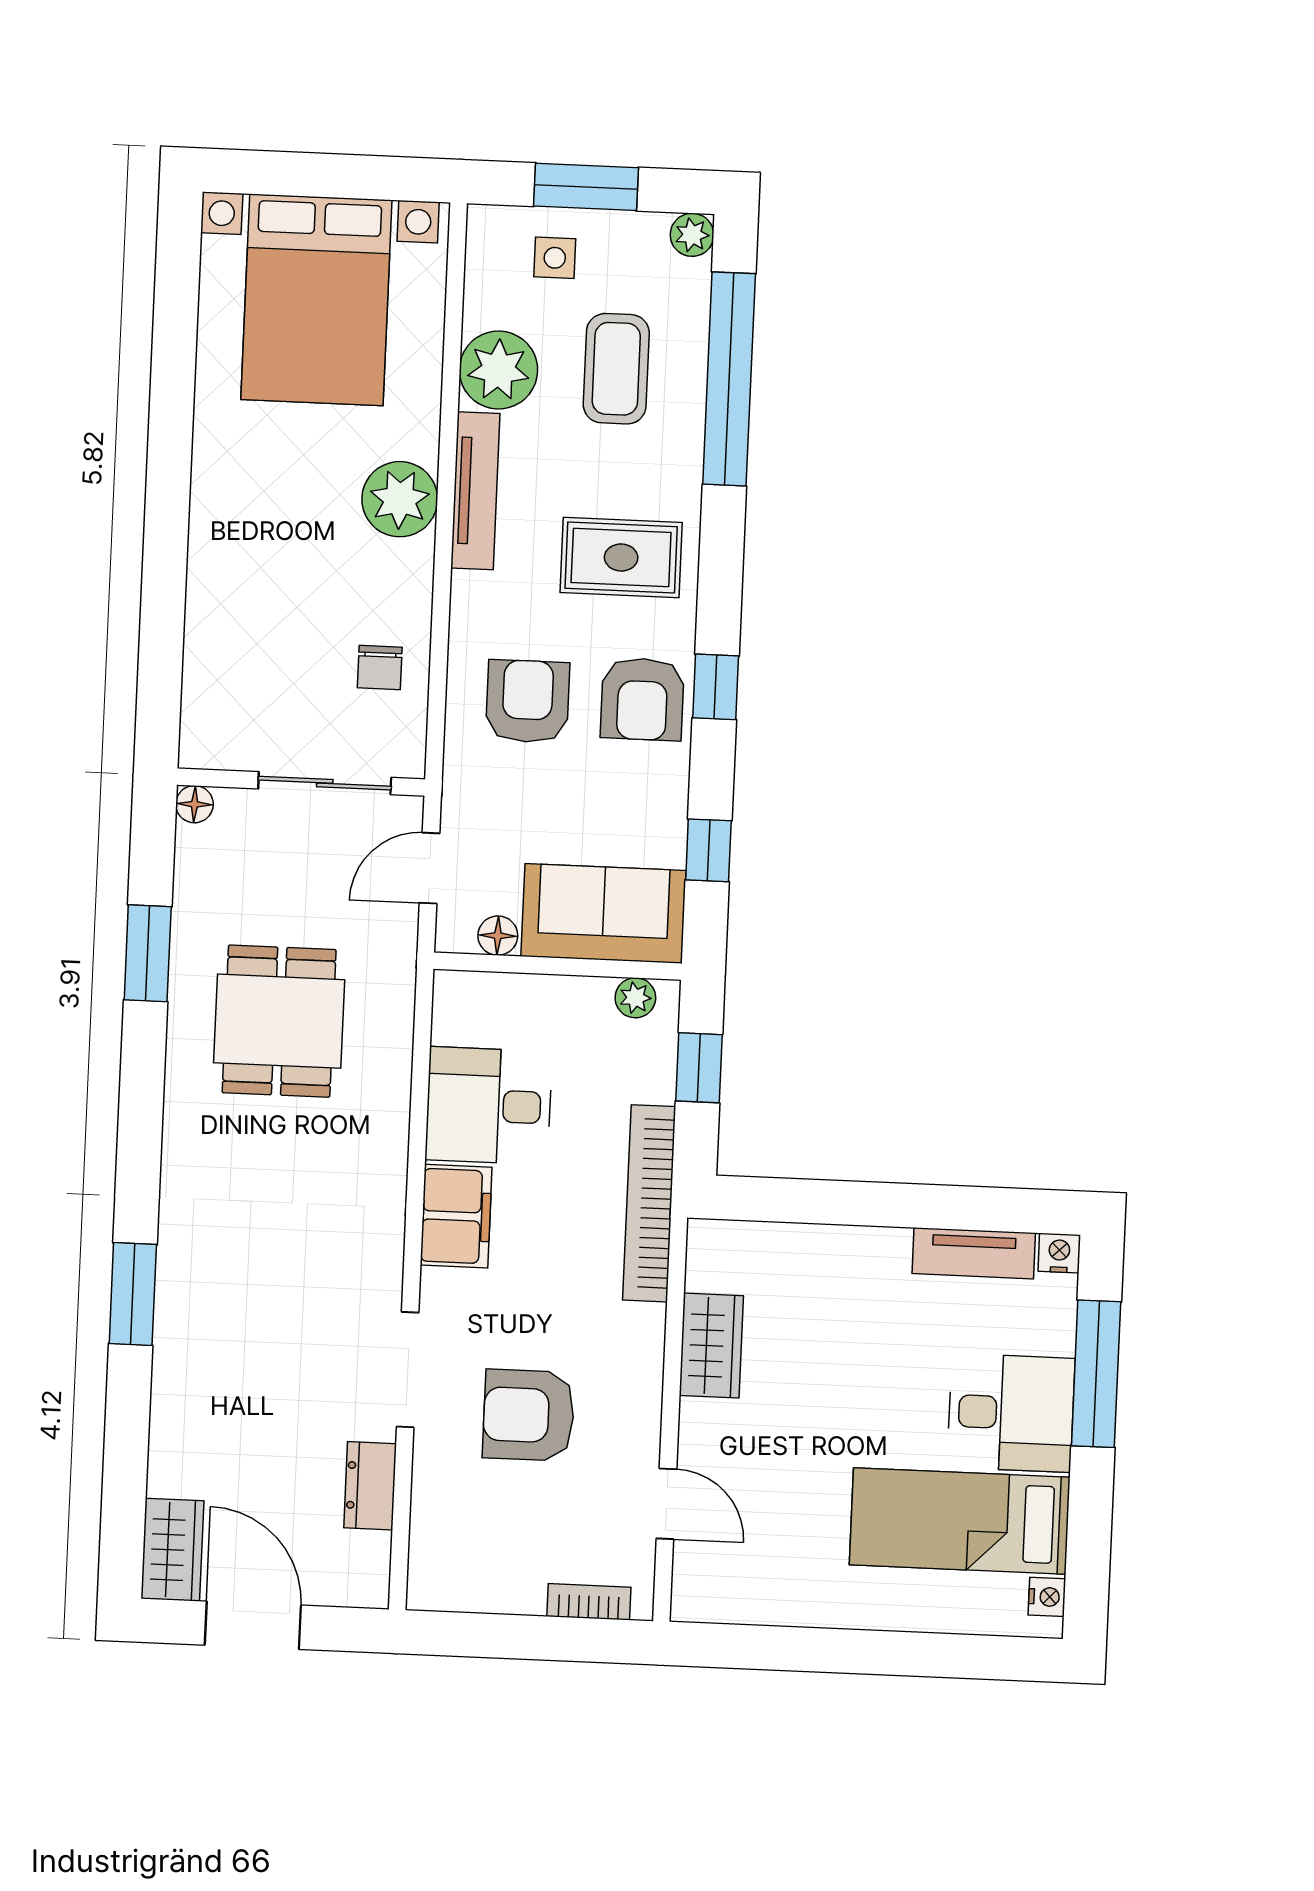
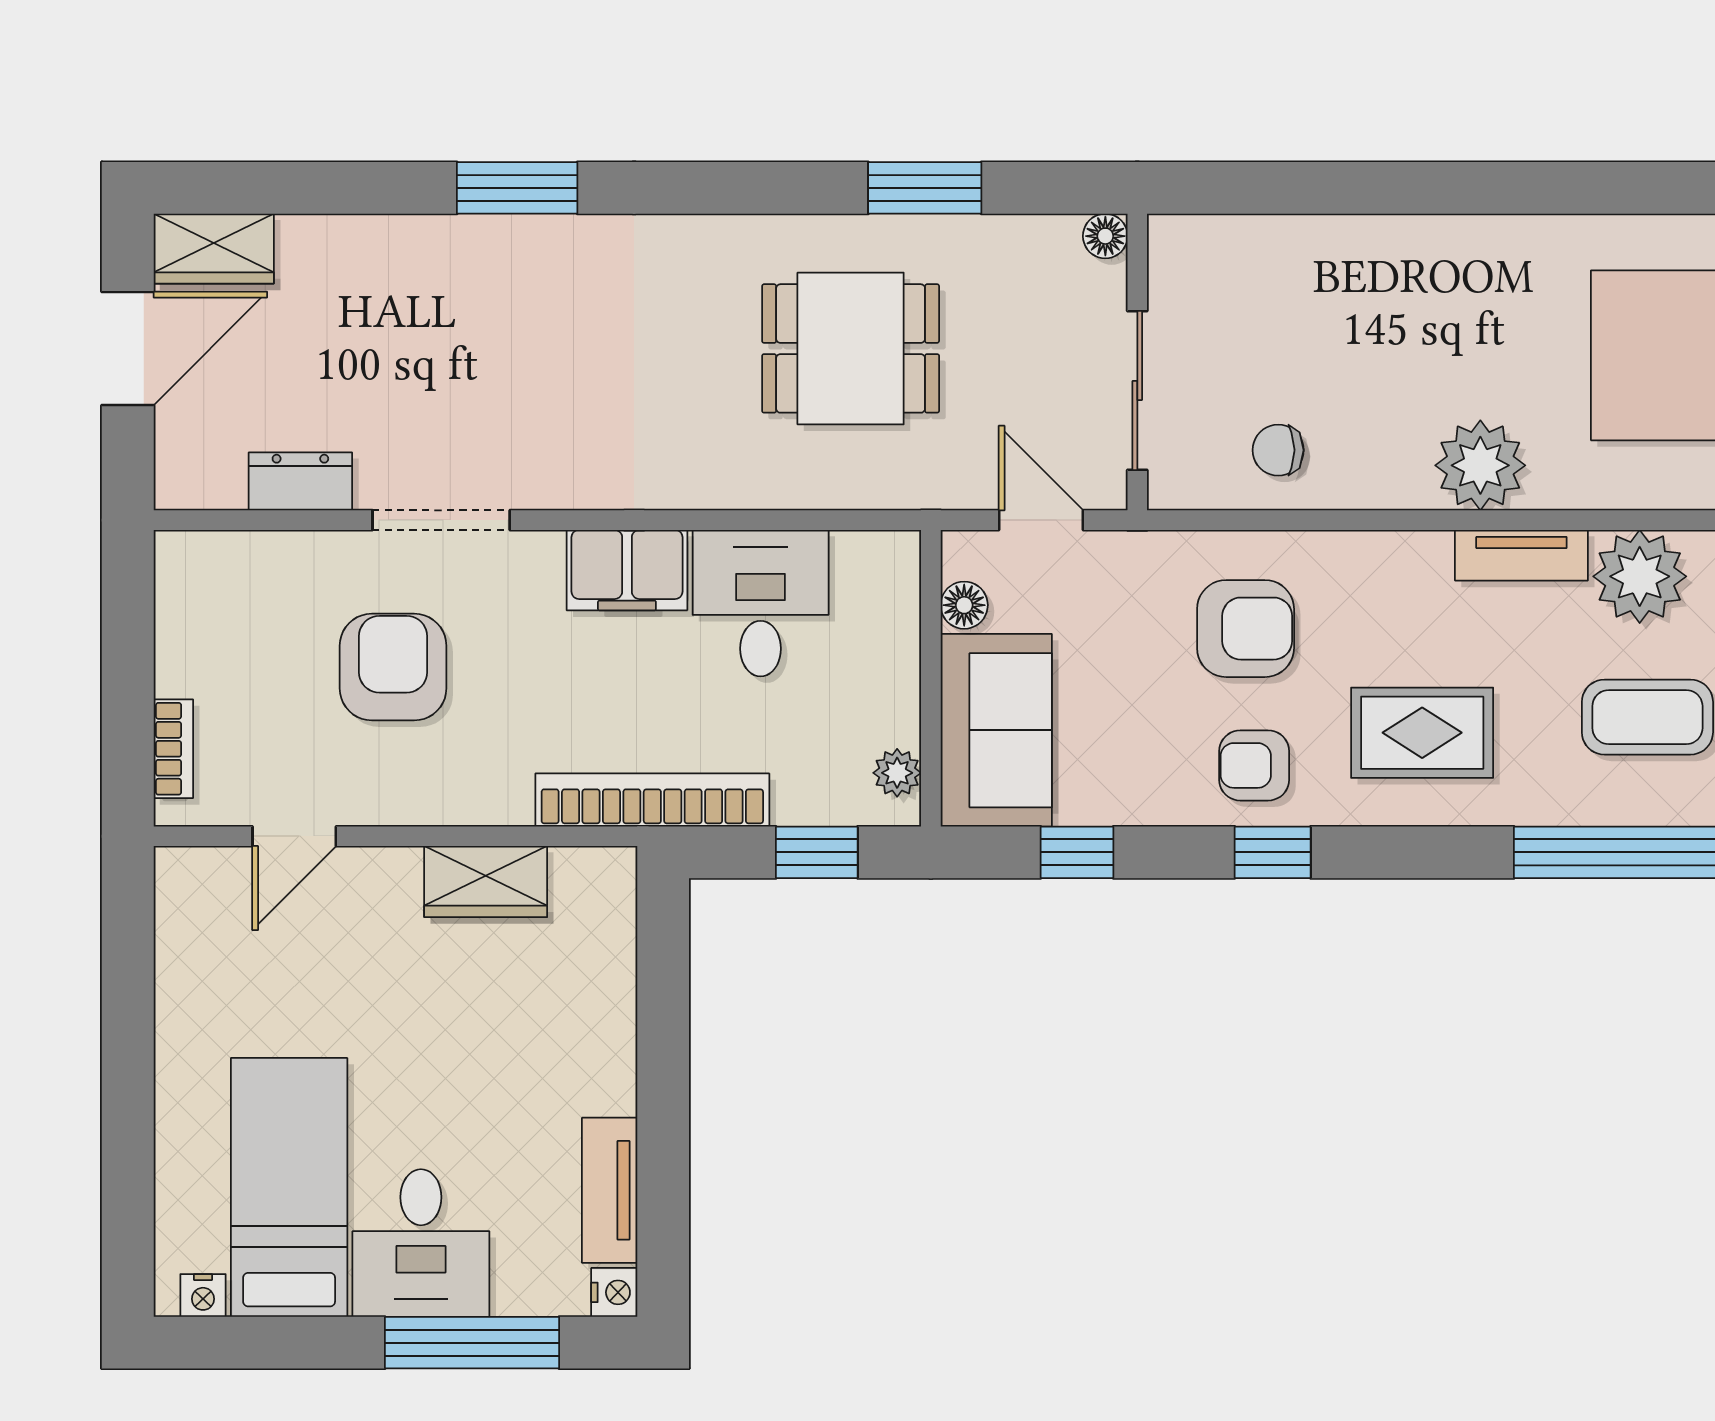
tv unit: (475, 491) -> (1521, 555), width x0.71
rug: (621, 558) -> (1422, 733), turned 90
armchair: (642, 699) -> (1254, 765), width x0.72, depth x0.72

